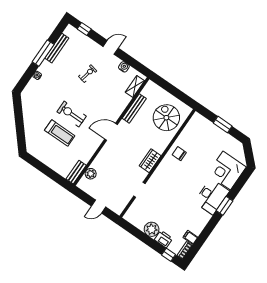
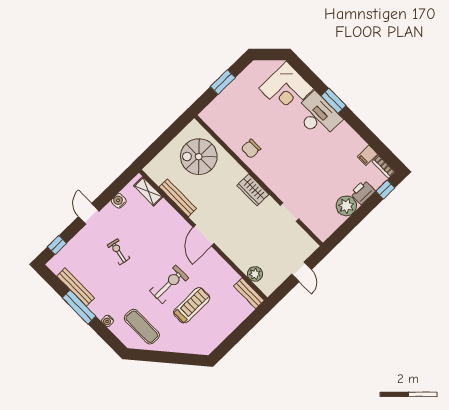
exercise mat: (38, 100) -> (142, 327), added
exercise bike: (72, 114) -> (169, 284), turned 180

